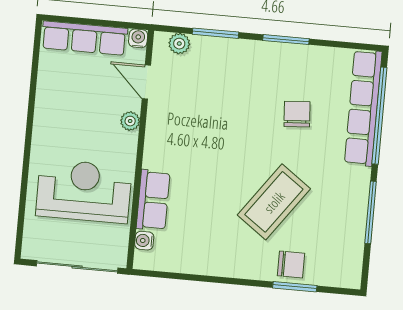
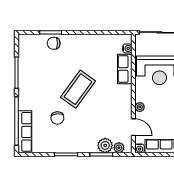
plant: (206, 51) -> (105, 145), added
row of seats: (363, 108) -> (25, 132), width x0.73
coffee table: (274, 202) -> (78, 89), moved

